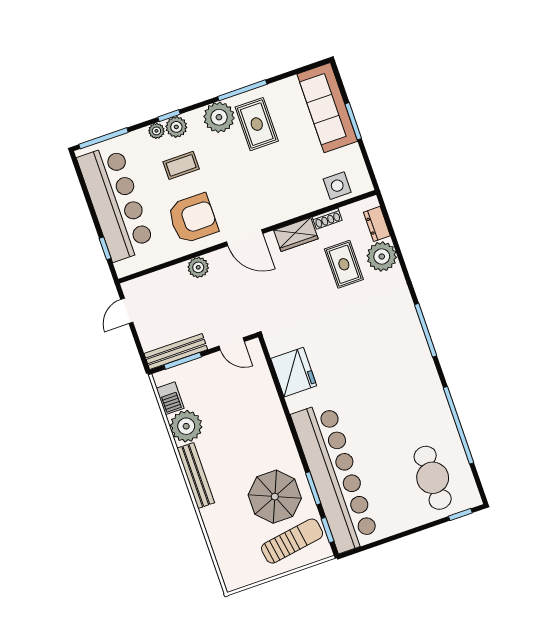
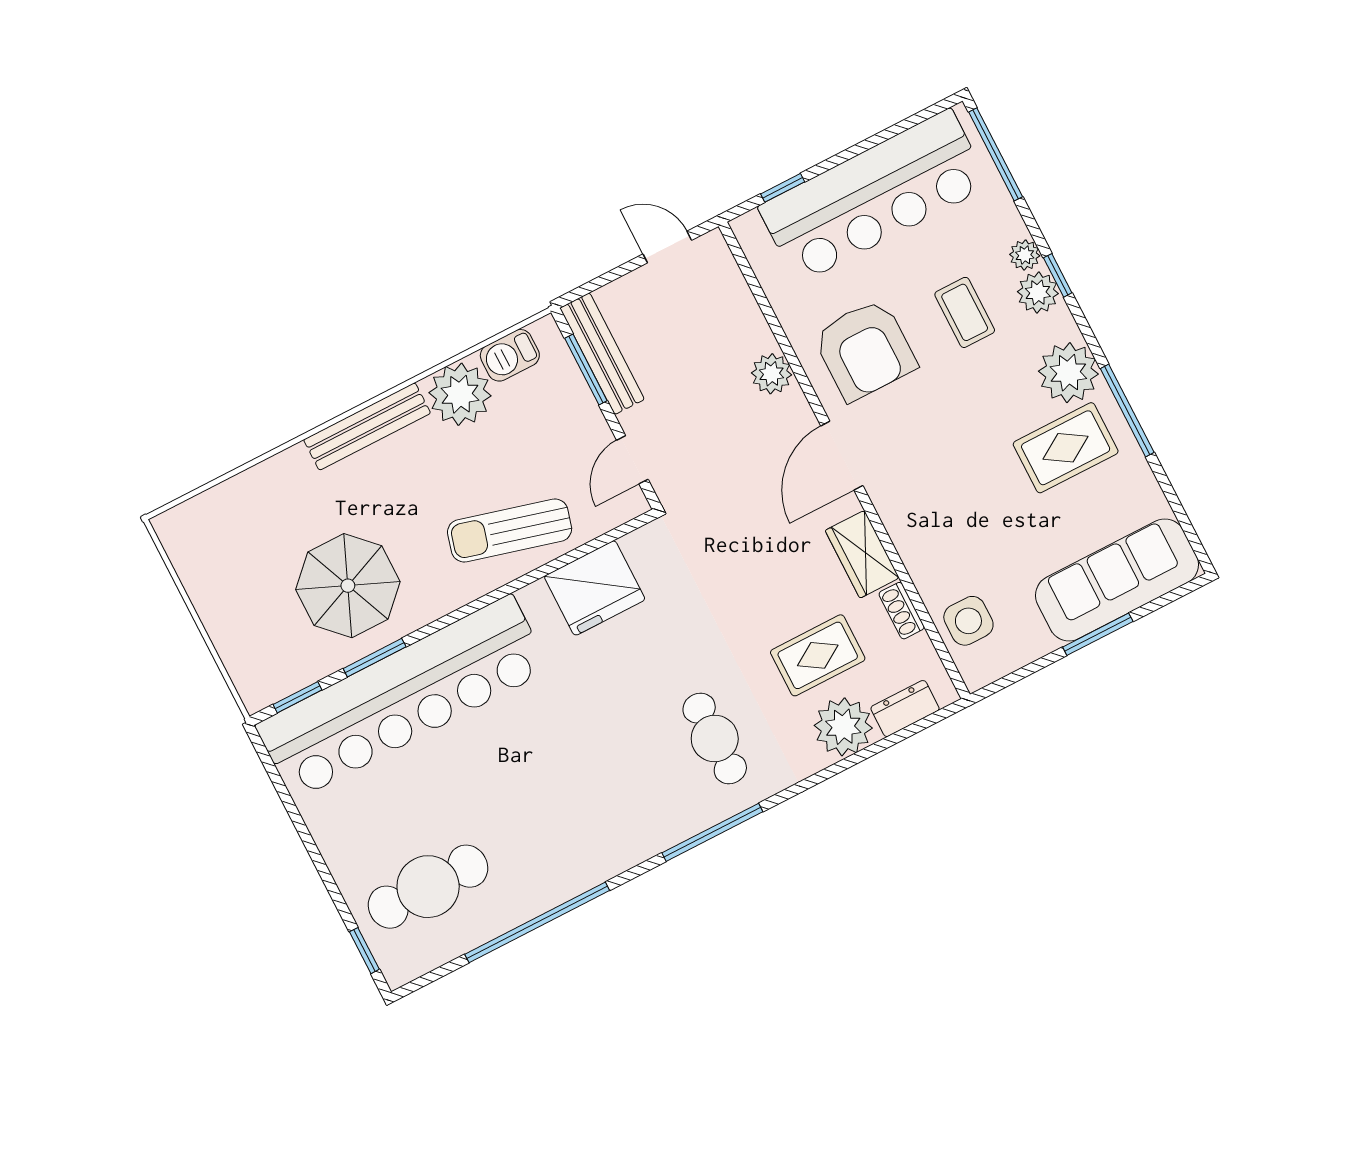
cafe table: (378, 322) -> (715, 738), added
sun lounger: (292, 541) -> (510, 530), moved, turned 114

